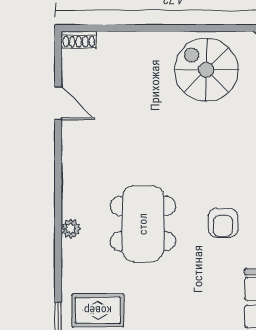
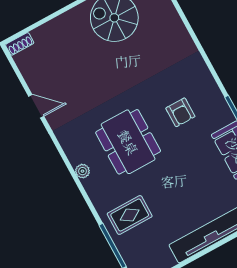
door: (58, 103) -> (36, 106), moved

